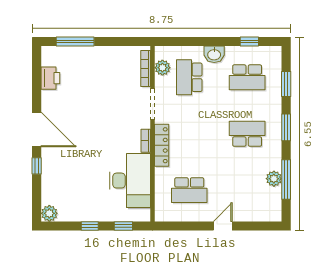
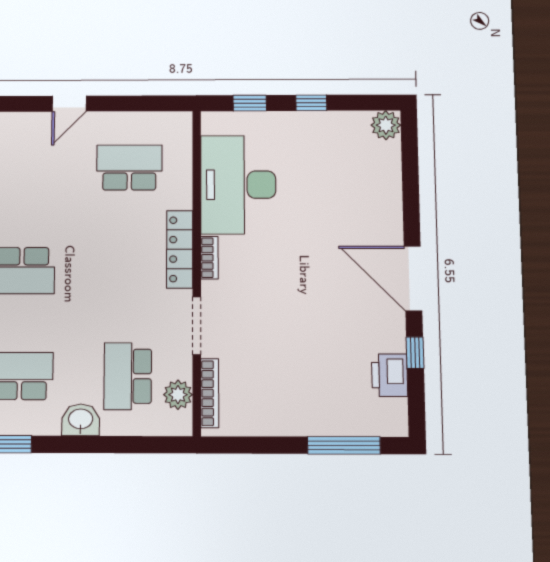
school desk: (189, 77) -> (128, 376), turned 180
window: (37, 166) -> (415, 353), moved

